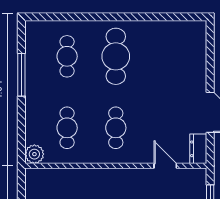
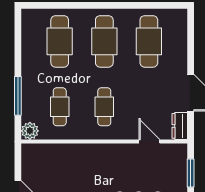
cafe table: (67, 56) -> (60, 41), width x1.37, depth x1.35
cafe table: (165, 56) -> (149, 41), added
window: (21, 75) -> (18, 96), moved

